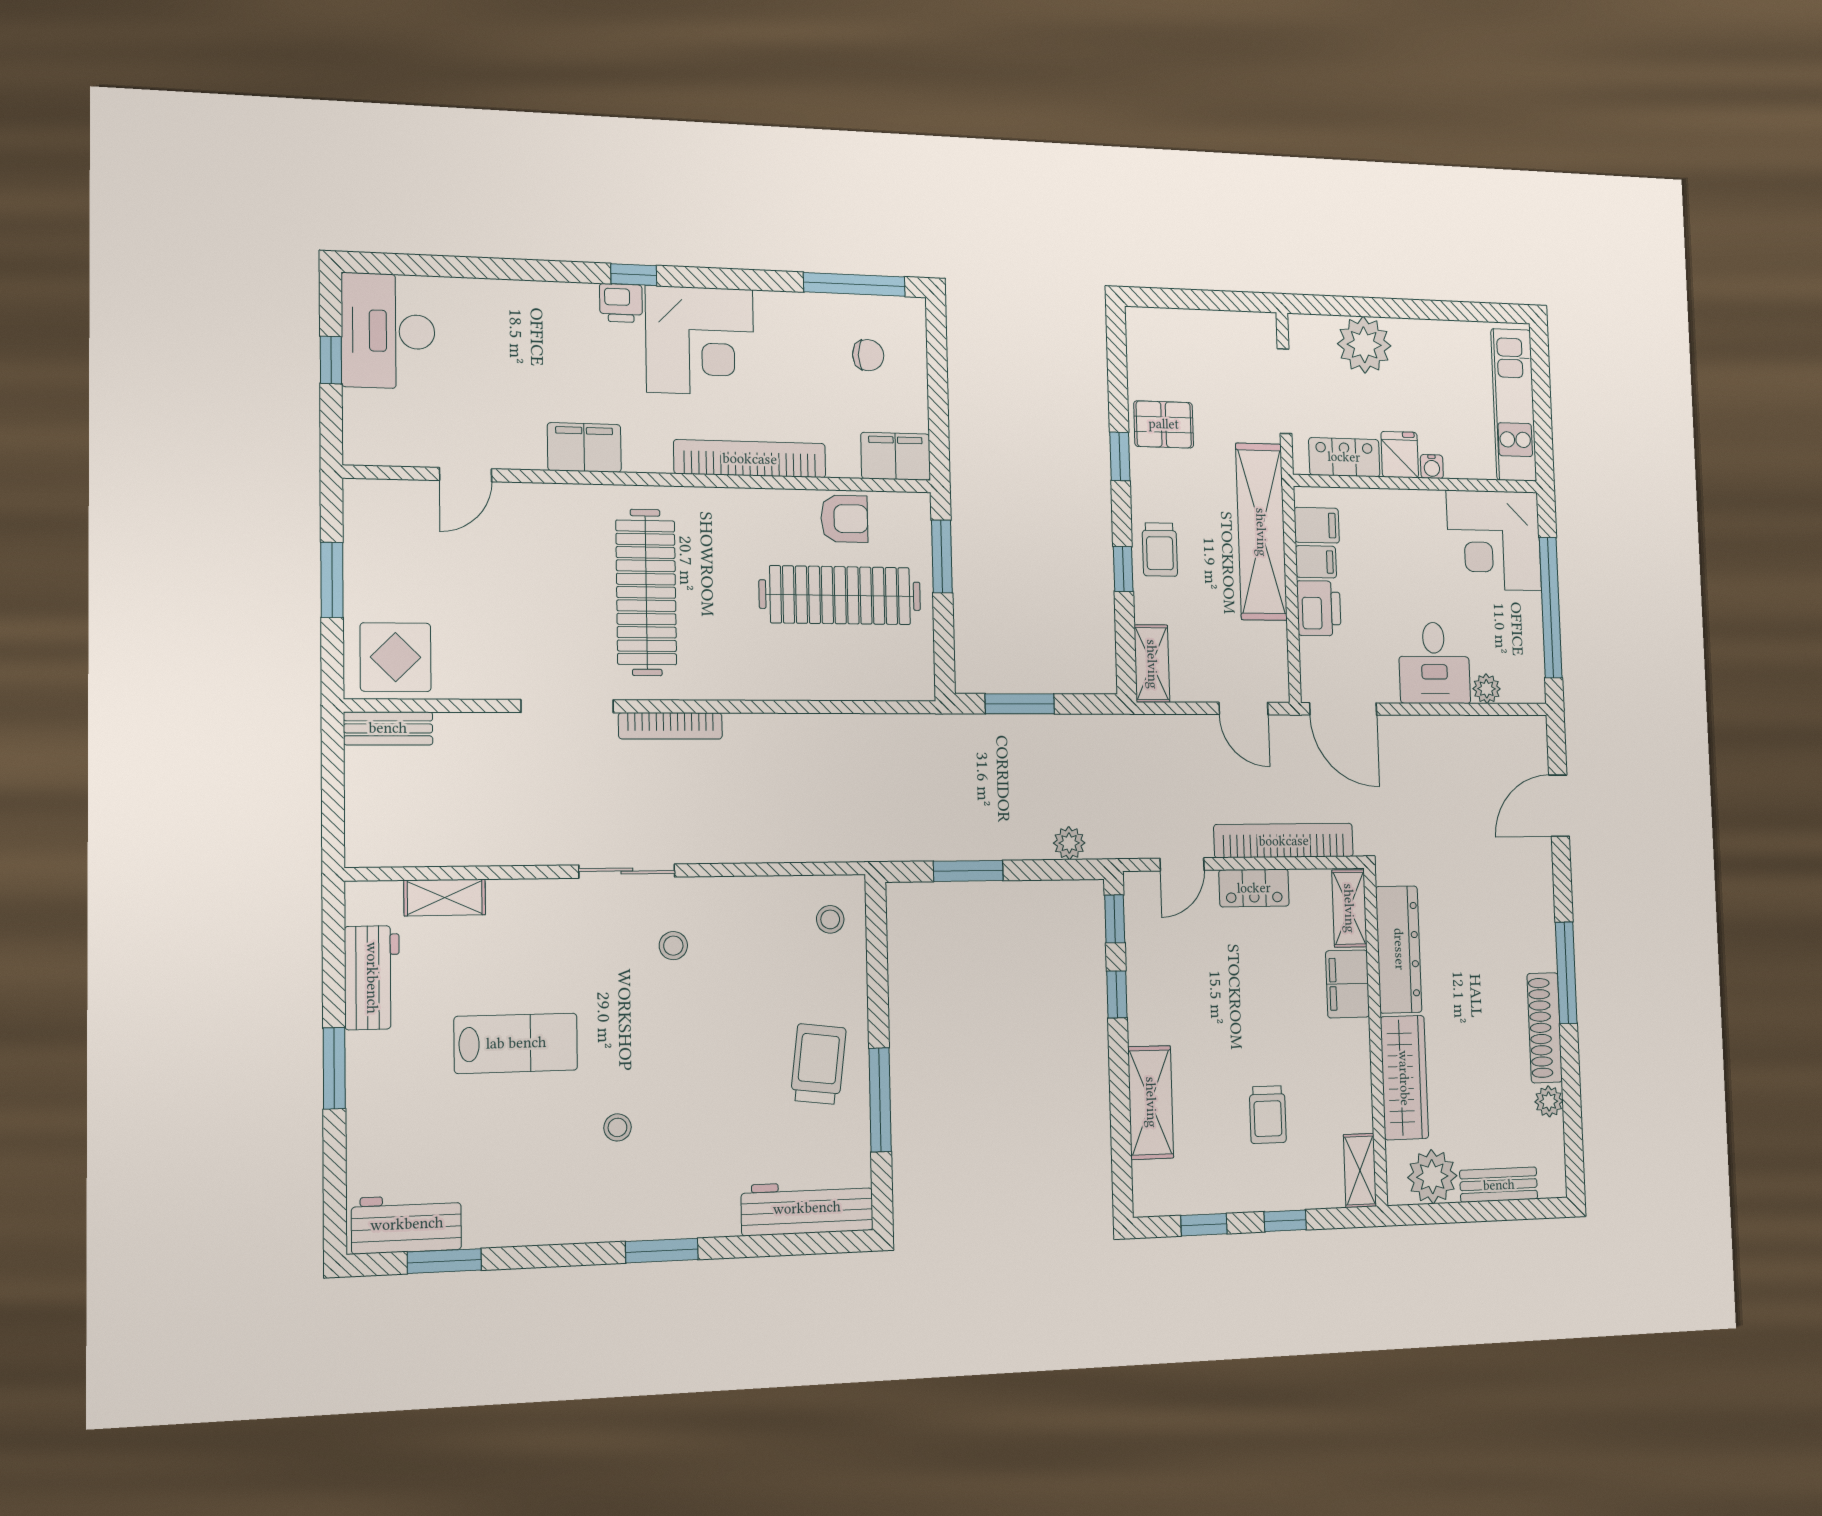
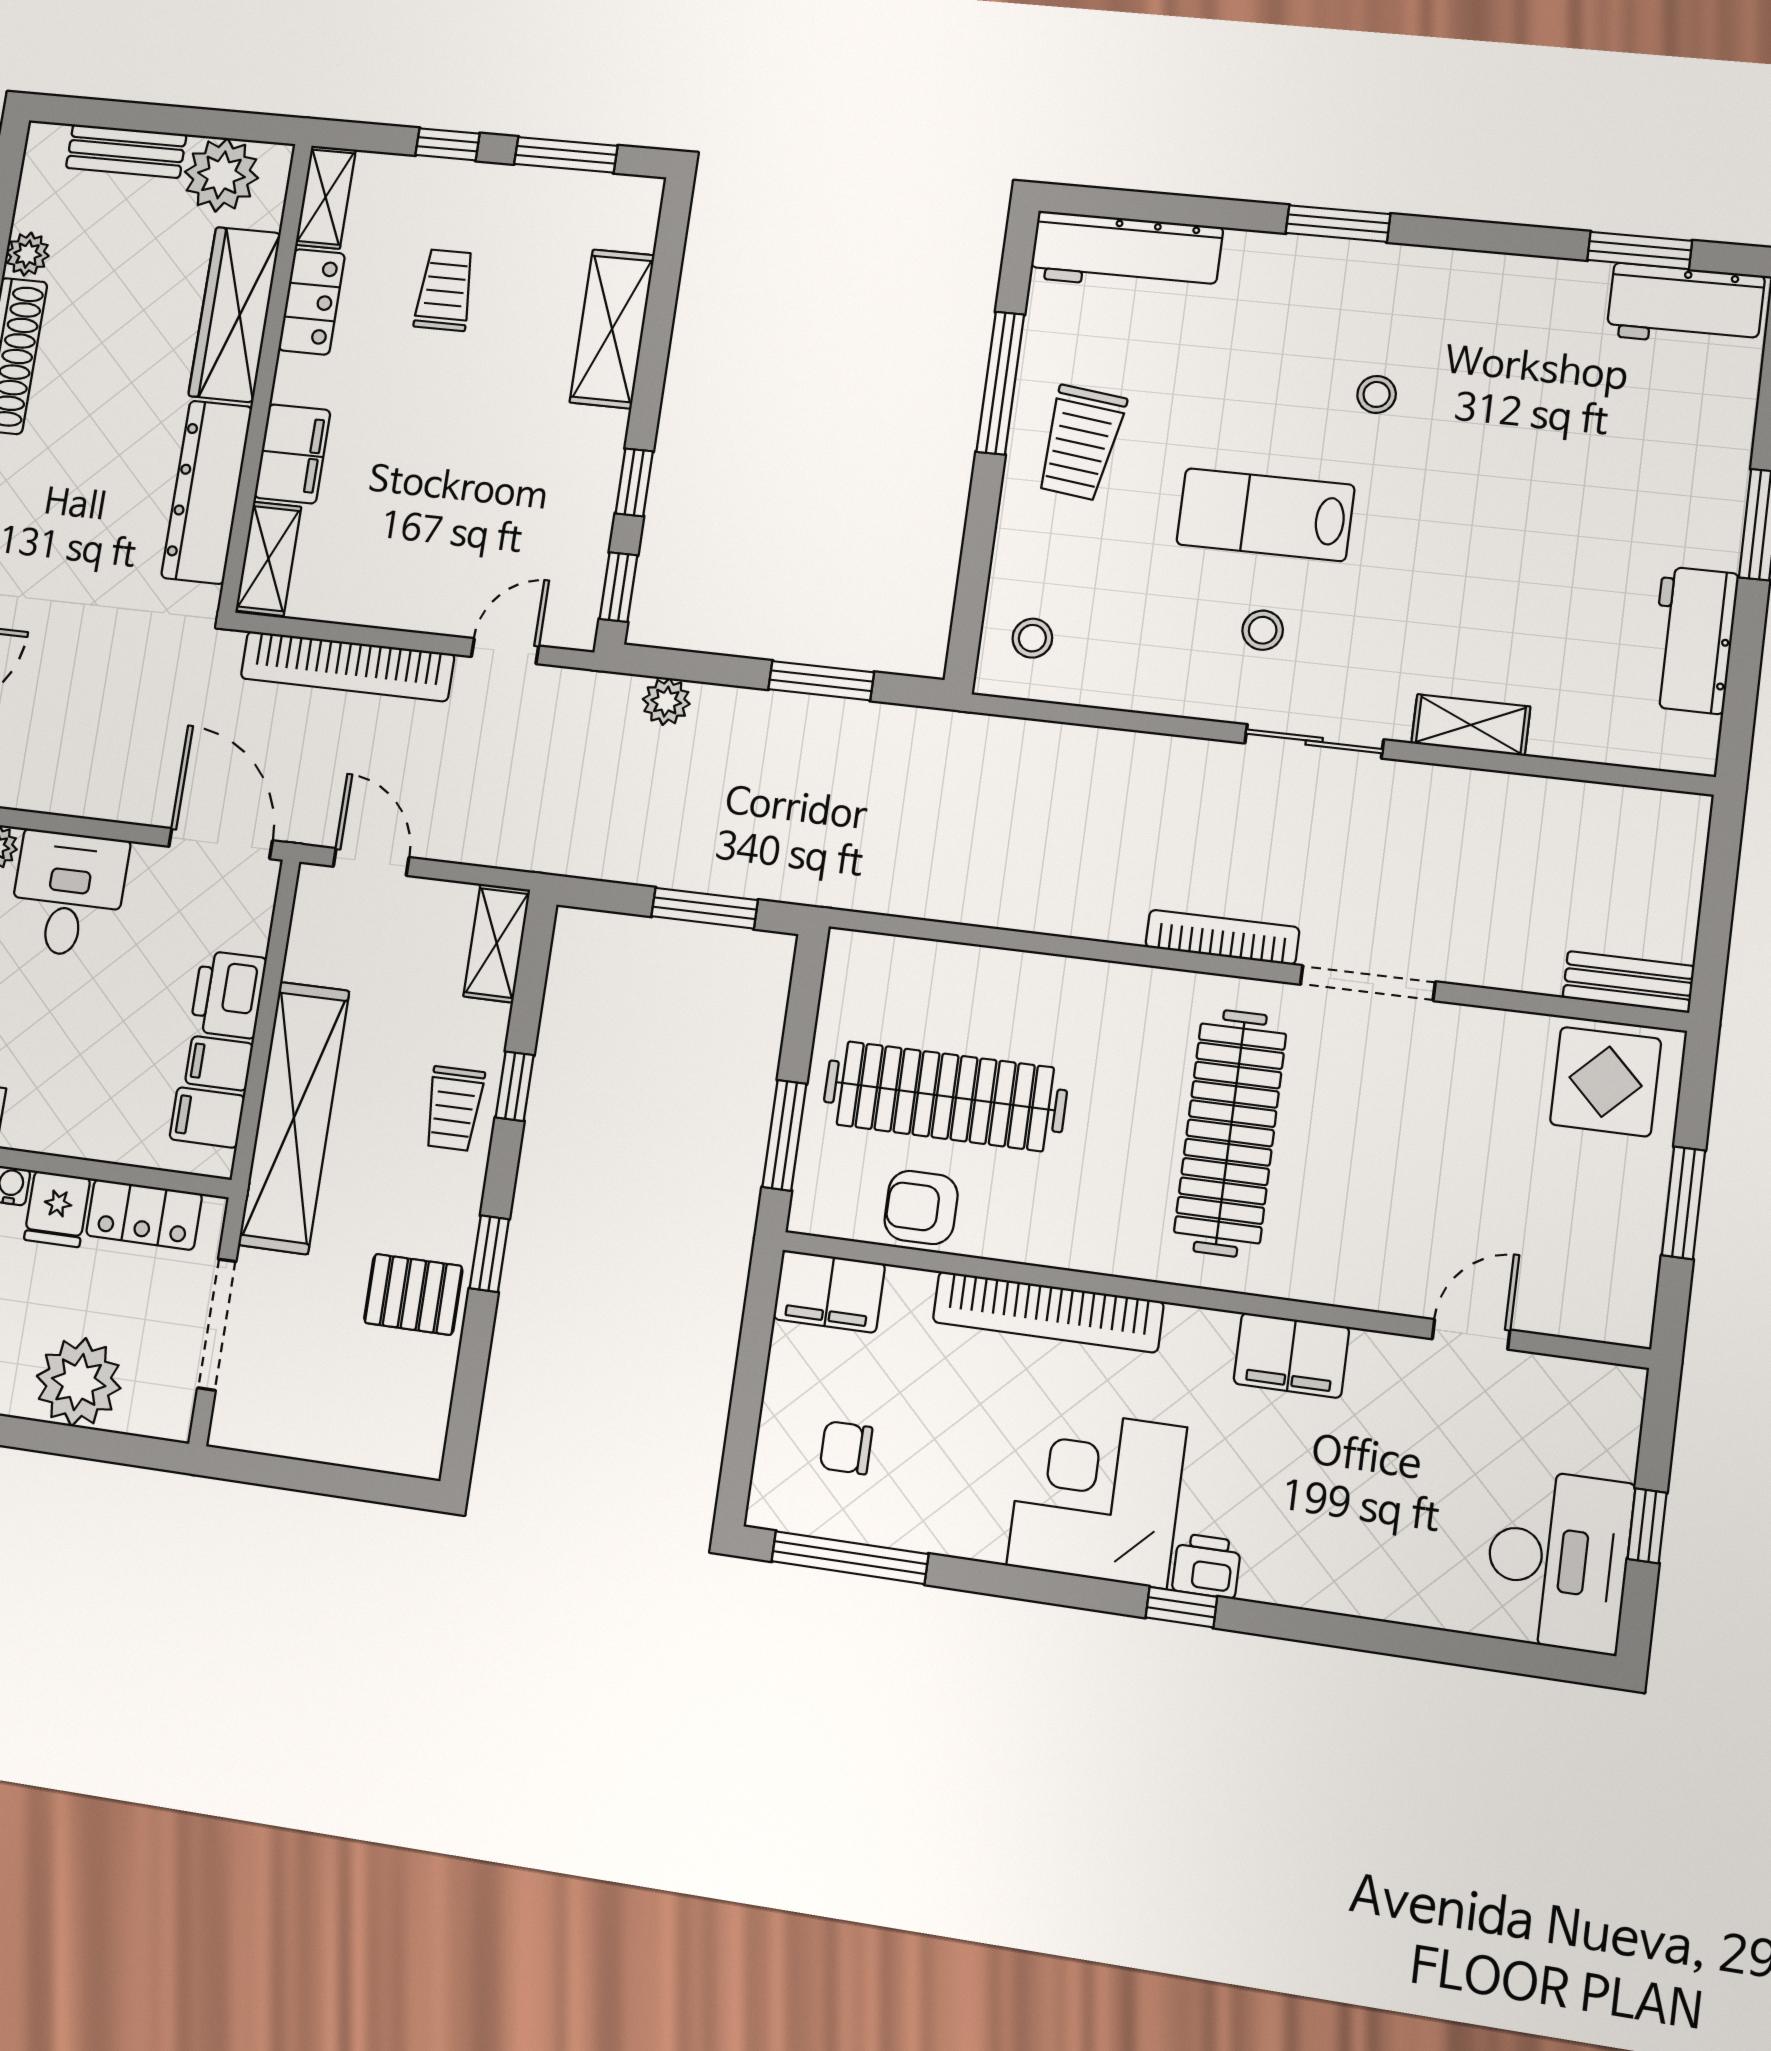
trolley: (1160, 550) -> (454, 1109), turned 180
locker: (1254, 888) -> (312, 302), moved, turned 90
shelving: (445, 898) -> (1471, 725), moved
lab bench: (516, 1043) -> (1265, 515), moved
window: (1204, 1225) -> (566, 155), width x1.50

